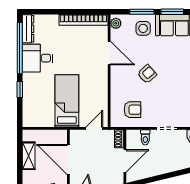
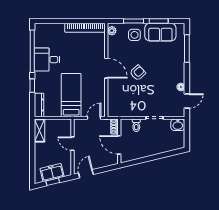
dresser: (28, 29) -> (39, 105), moved
door: (109, 53) -> (106, 68), moved
armchair: (133, 110) -> (126, 102), removed
shelving: (29, 156) -> (40, 131), moved
door: (68, 160) -> (72, 144), width x0.53
door: (125, 161) -> (119, 145), swing flipped

